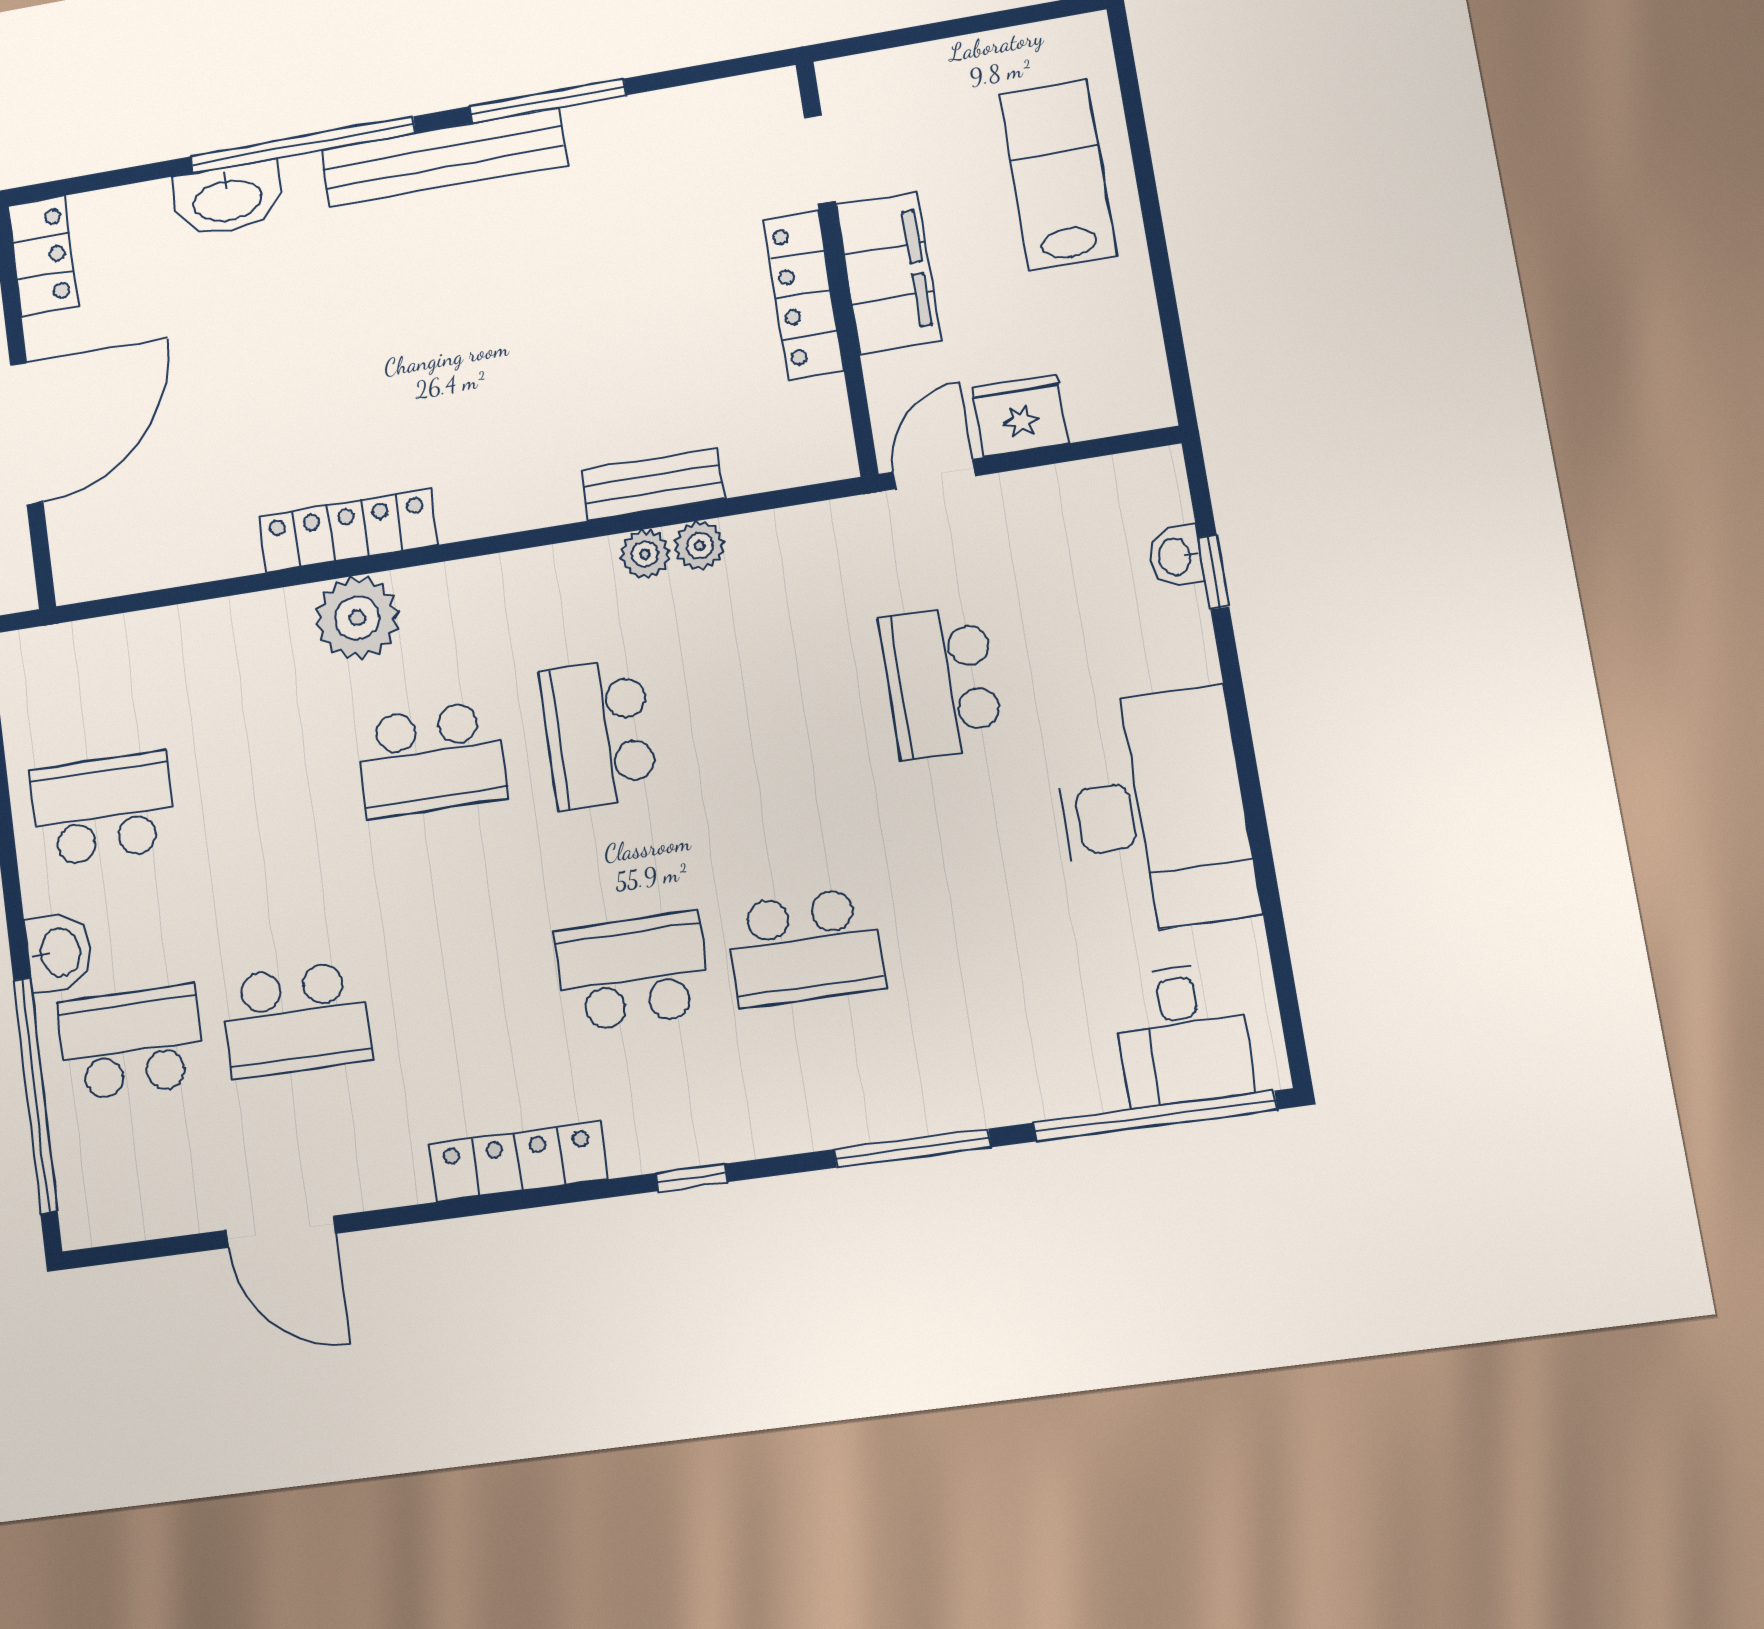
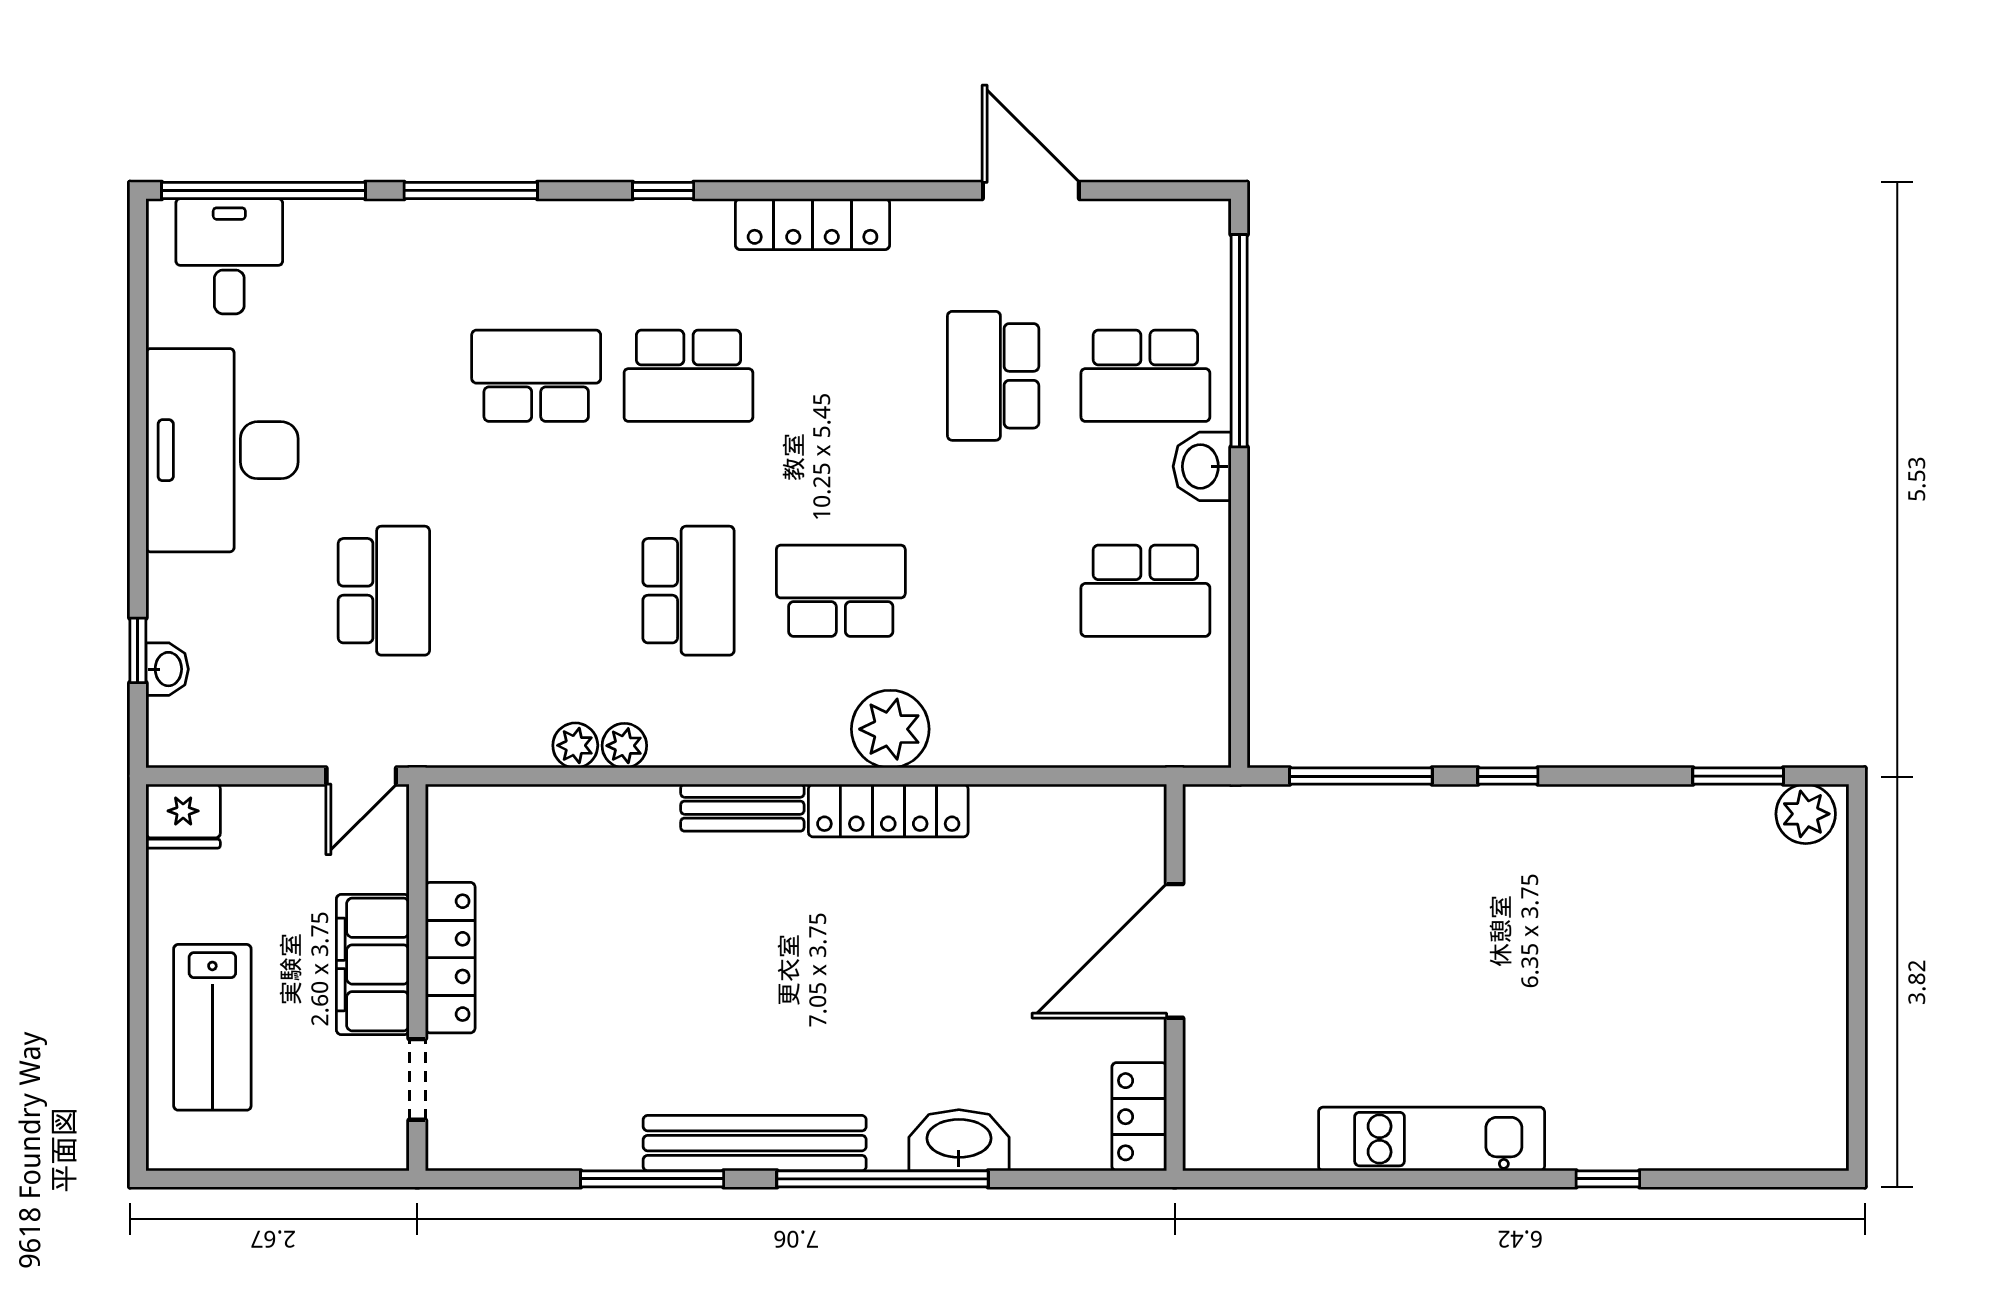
fridge: (1020, 415) -> (183, 816), moved
bench: (652, 484) -> (742, 808), moved
school desk: (296, 1019) -> (993, 376), turned -90

